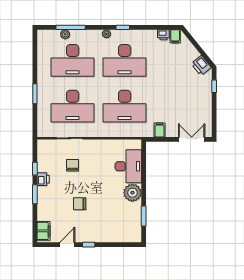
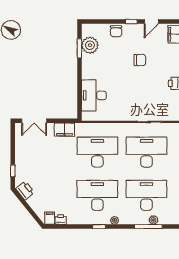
filing cabinet: (160, 130) -> (64, 130), width x2.00
chair: (72, 165) -> (116, 31), moved
plant: (132, 193) -> (90, 45), moved

